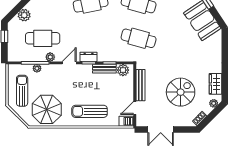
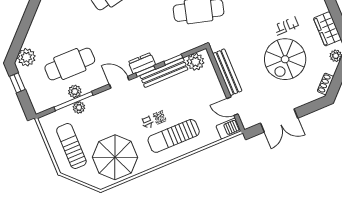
plant: (24, 15) -> (26, 57), moved
plant: (50, 57) -> (75, 91), moved
door: (69, 63) -> (119, 82), hinge flipped
bench: (104, 69) -> (164, 73), width x1.36
spiral stairs: (181, 92) -> (285, 59), turned 180
door: (135, 108) -> (232, 106), hinge flipped

